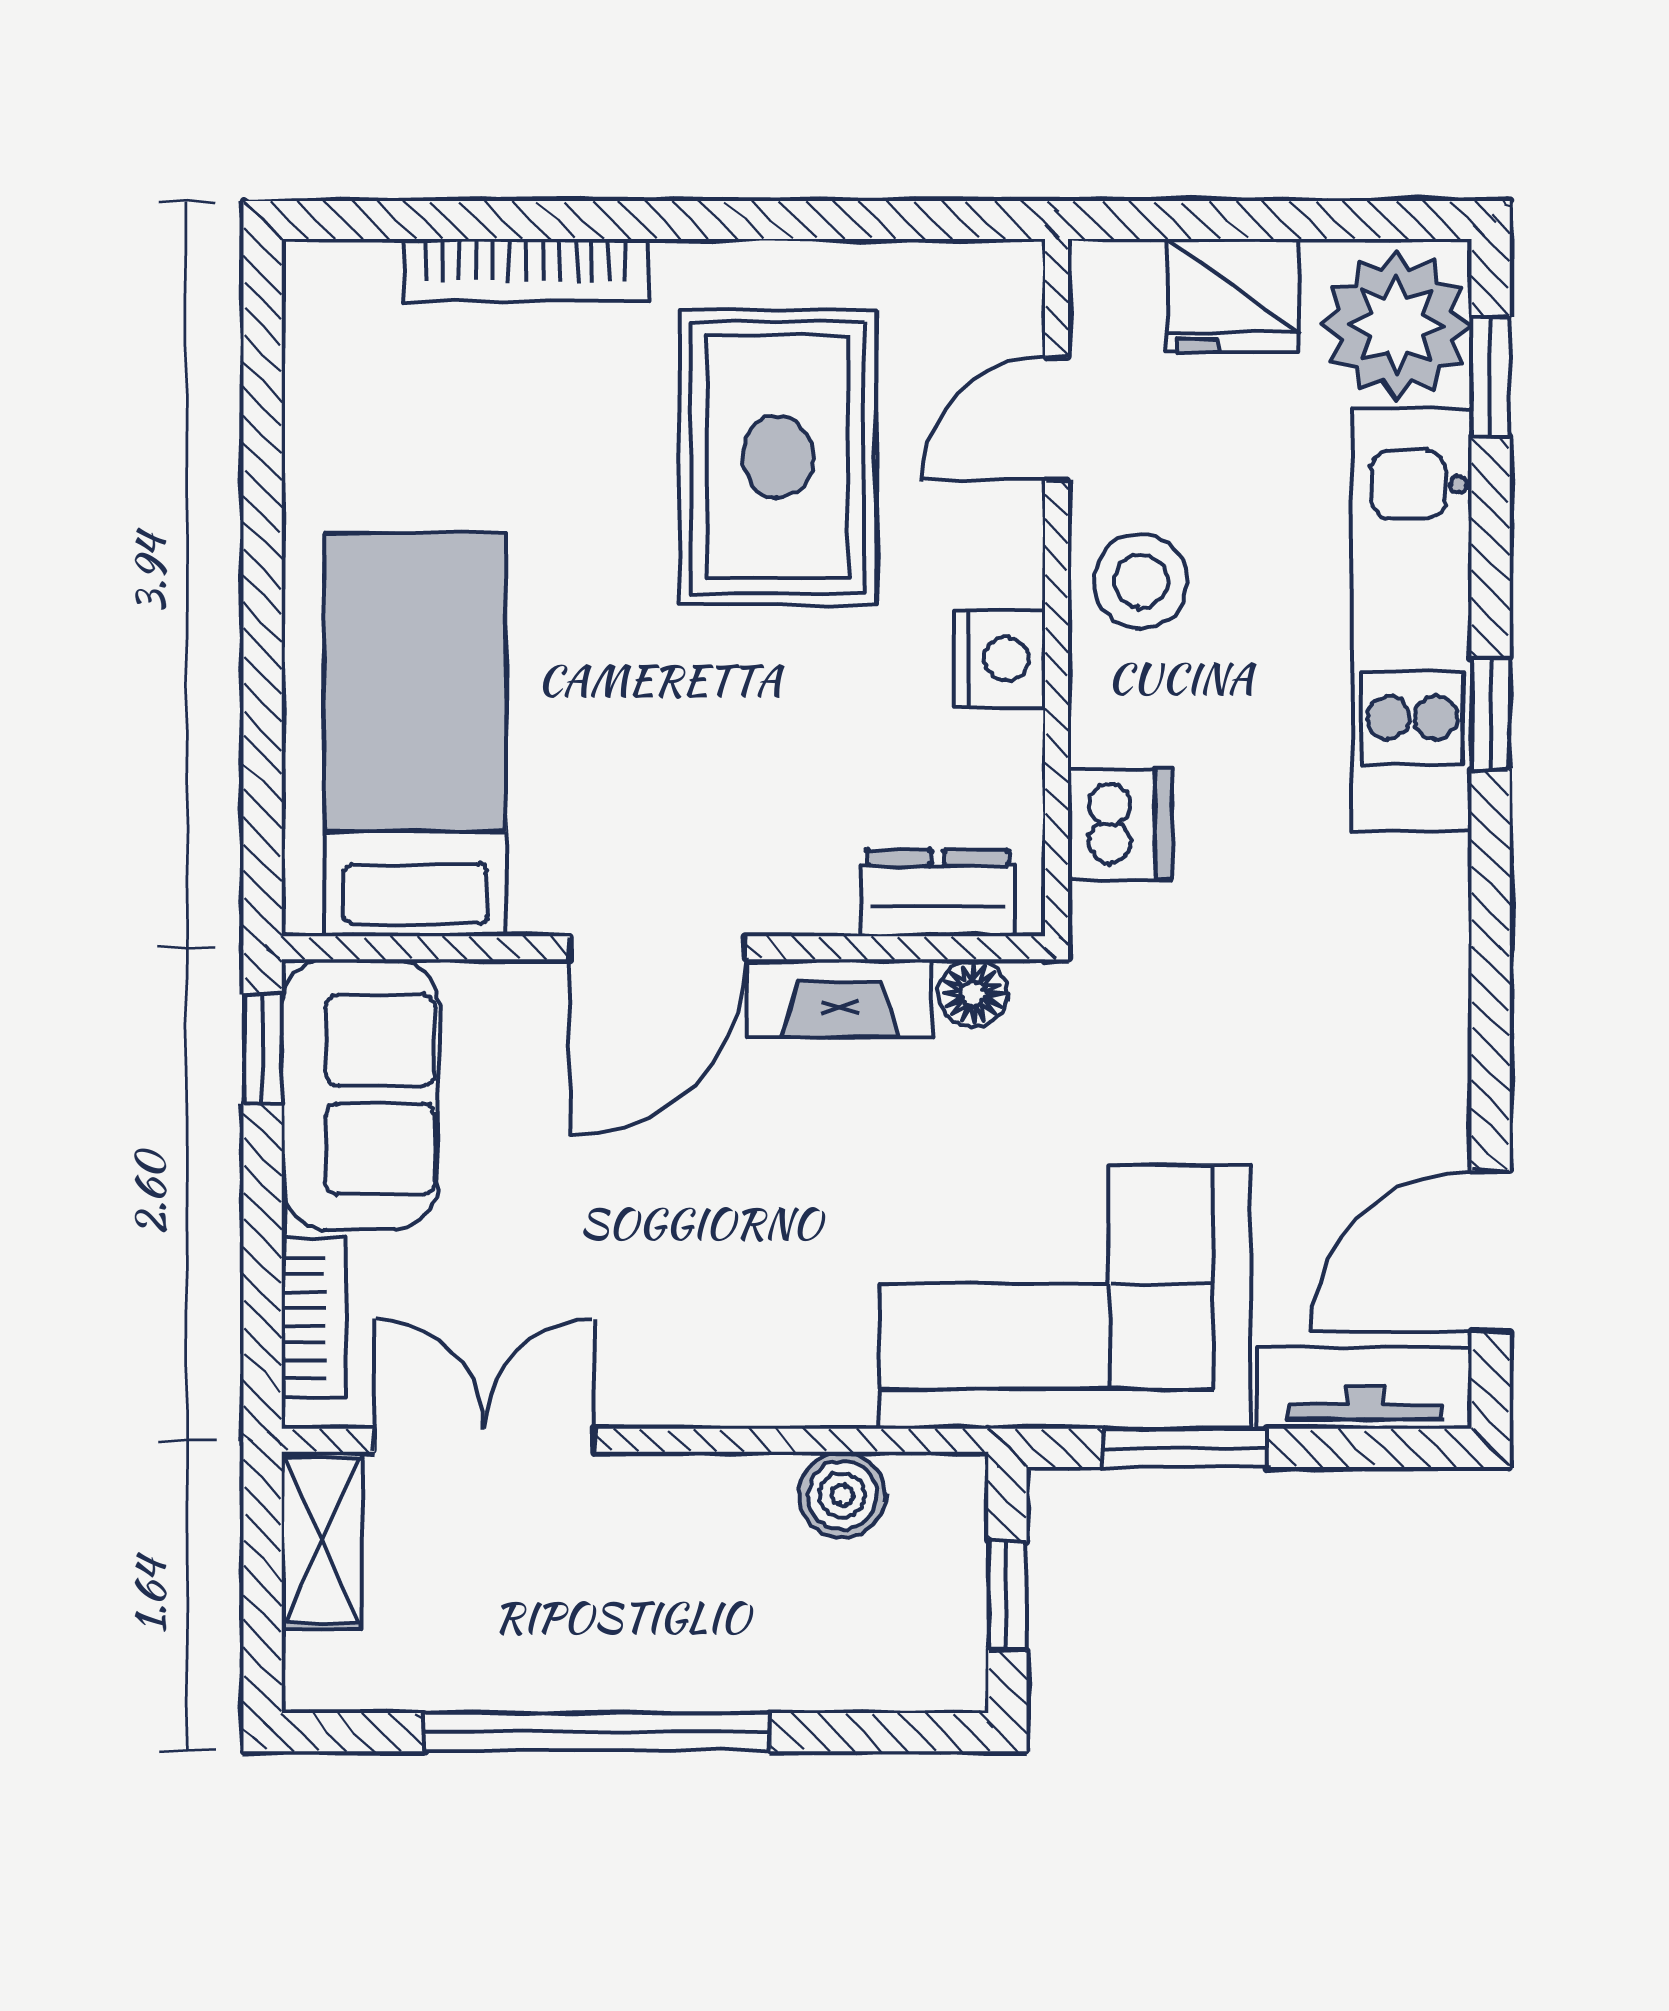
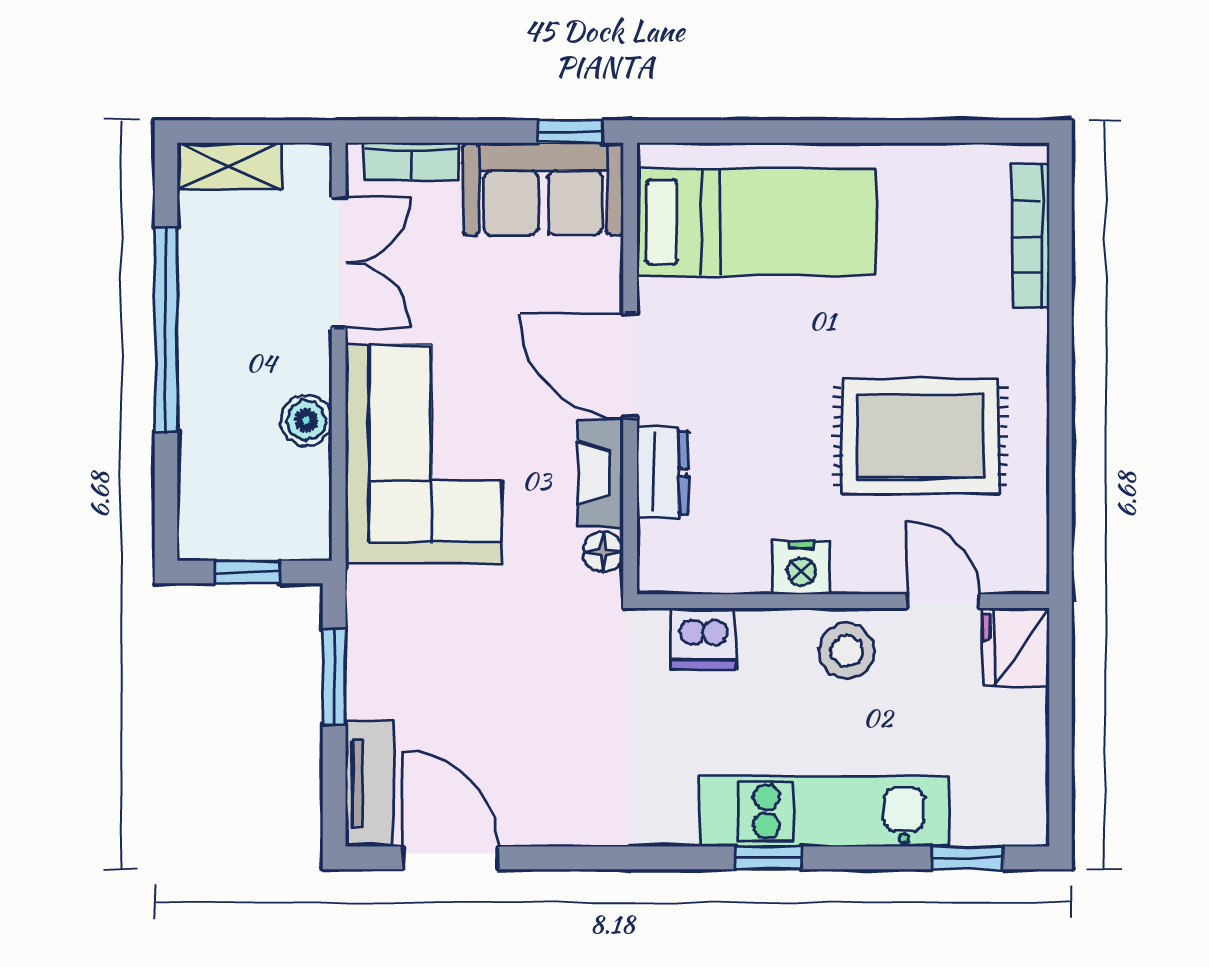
bookcase: (526, 270) -> (1031, 236), moved
fridge: (1232, 296) -> (1016, 647), moved
plant: (1396, 325) -> (998, 802), removed
dresser: (938, 893) -> (662, 472), moved
corner sofa: (1065, 1297) -> (423, 454), moved
boiler: (842, 1495) -> (306, 420), moved
shelving: (322, 1541) -> (230, 166), moved

